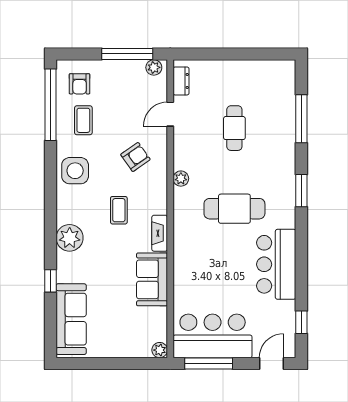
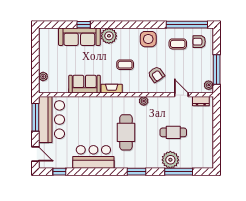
plant: (281, 133) -> (170, 160), added
sofa: (71, 319) -> (79, 37), moved
plant: (160, 350) -> (43, 76), moved

